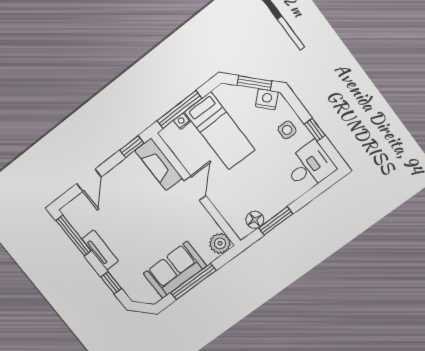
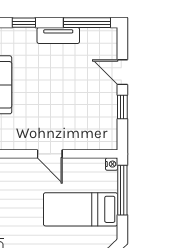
nightstand: (182, 121) -> (112, 164), moved
window: (132, 147) -> (122, 107), moved
fireplace: (159, 164) -> (91, 139), removed

